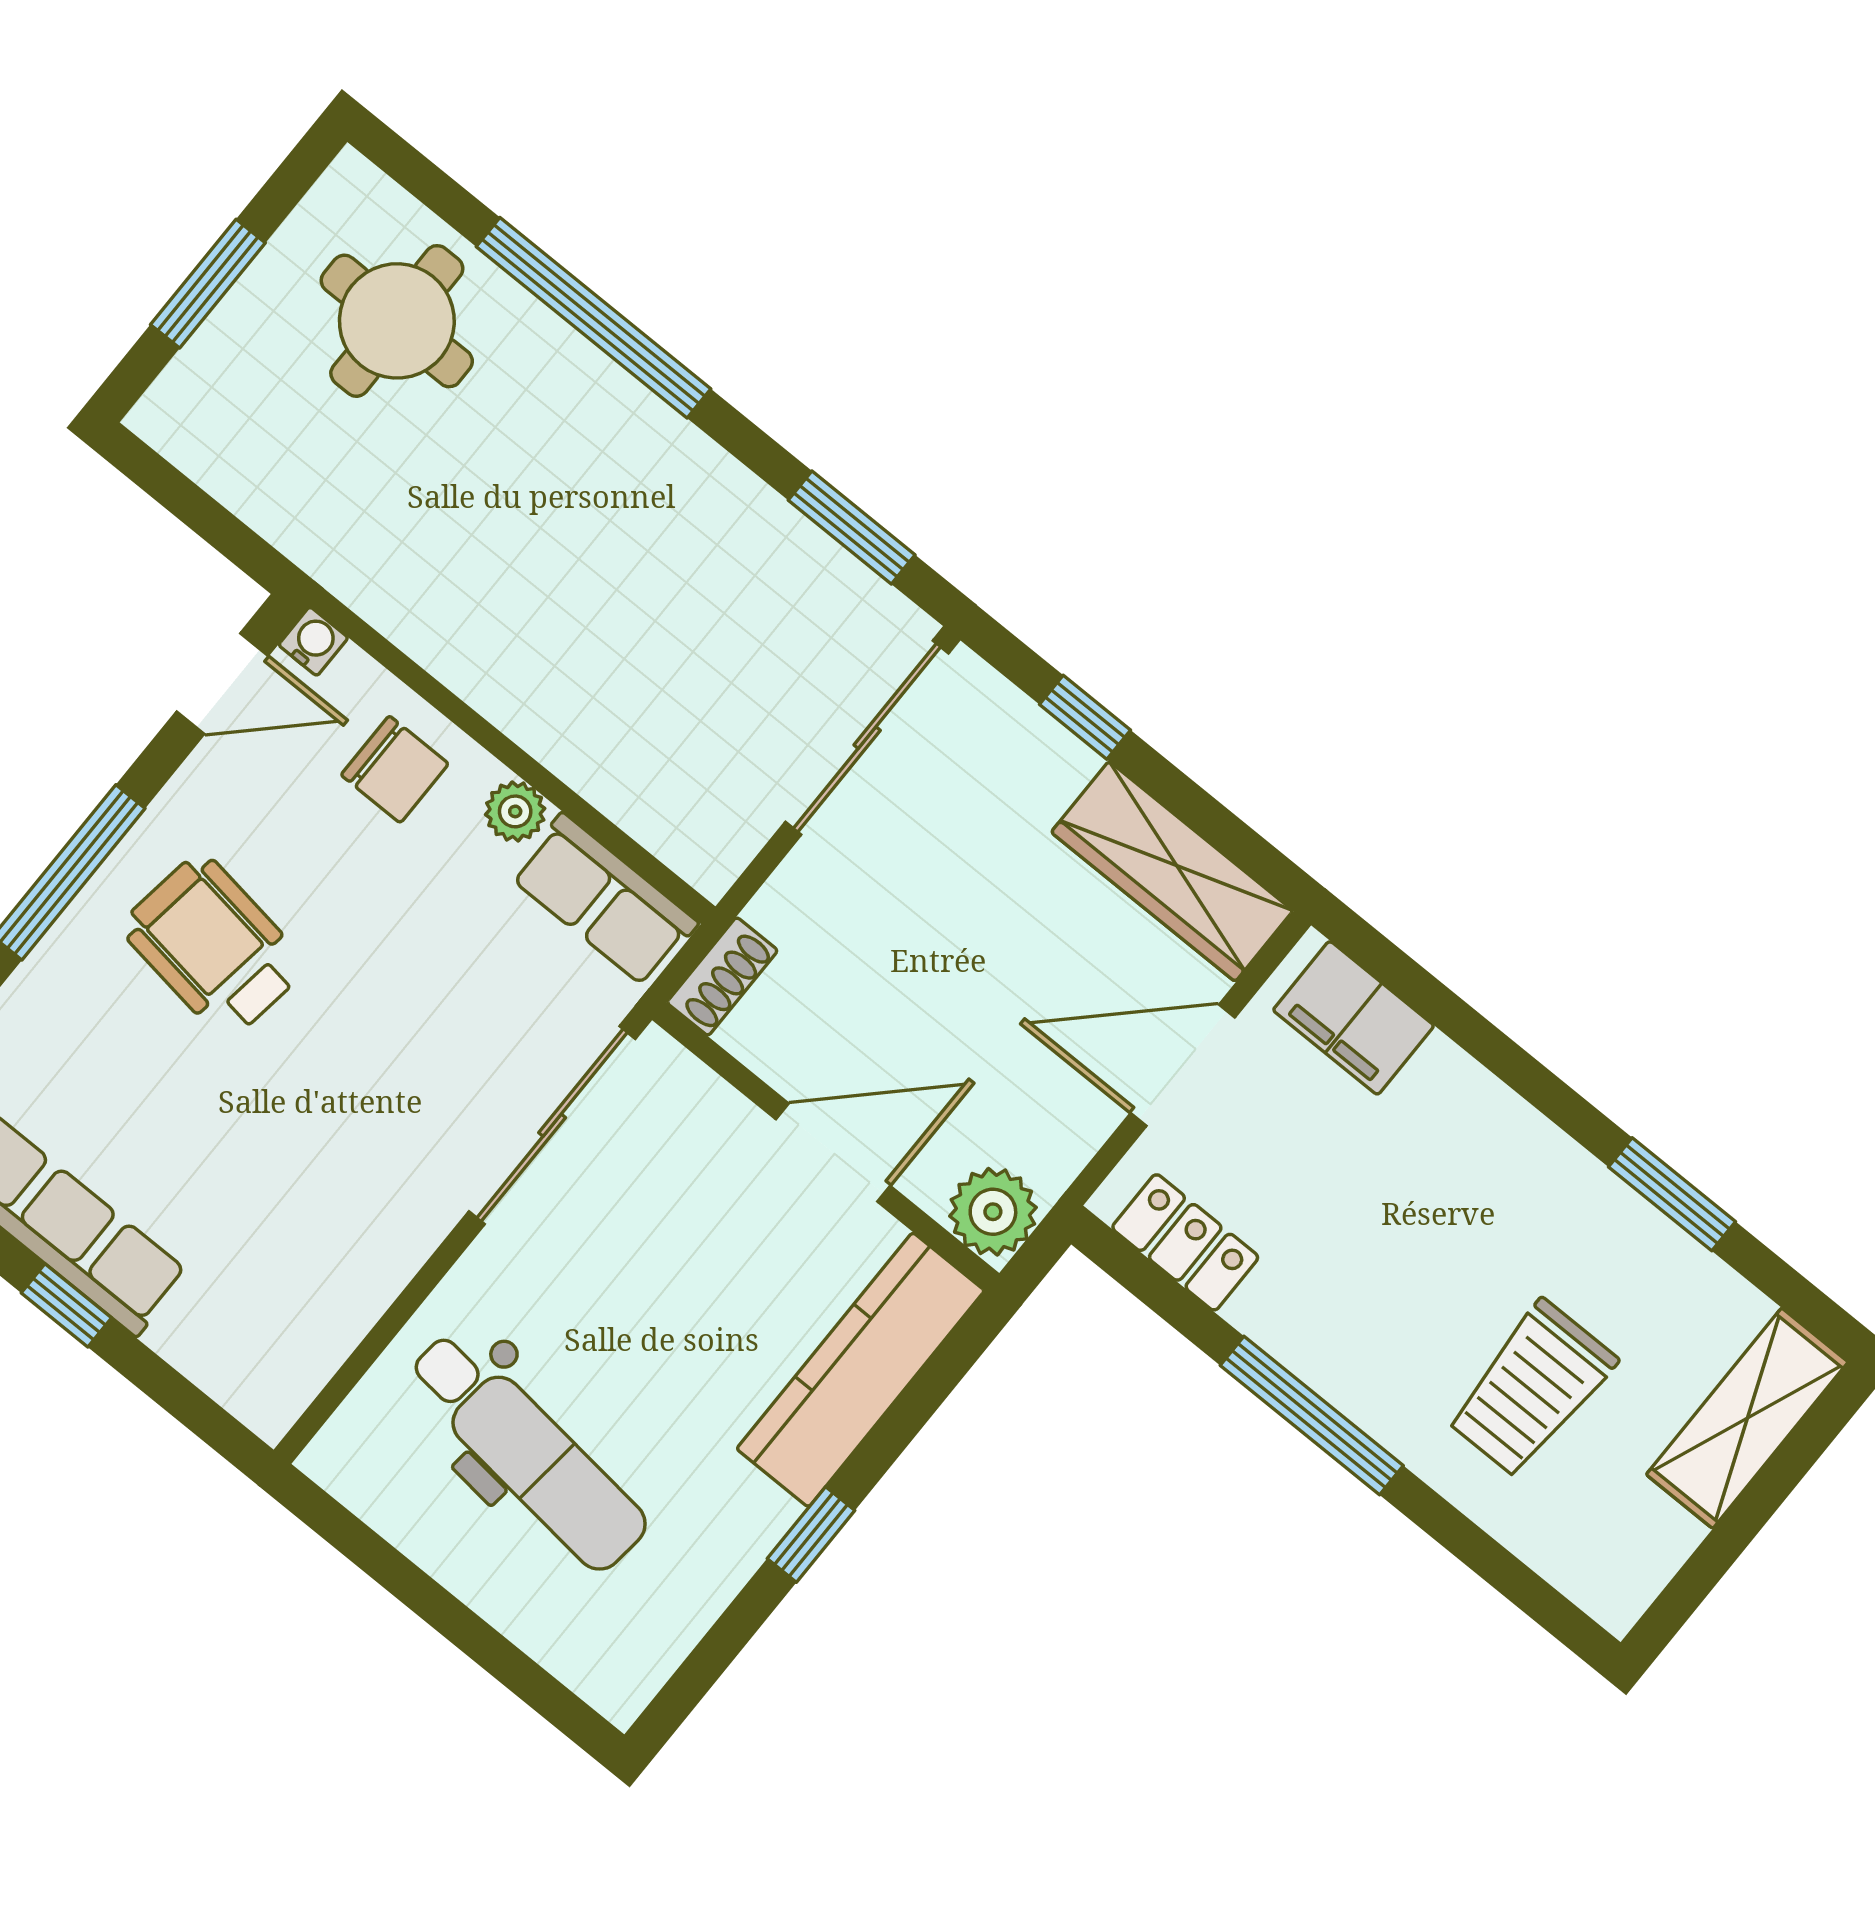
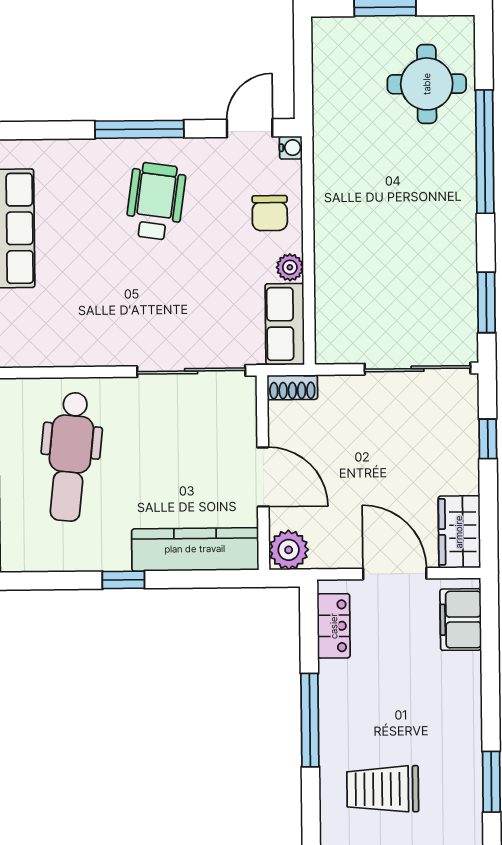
door: (222, 684) -> (250, 128), swing flipped
wardrobe: (1172, 871) -> (459, 532), width x0.67

